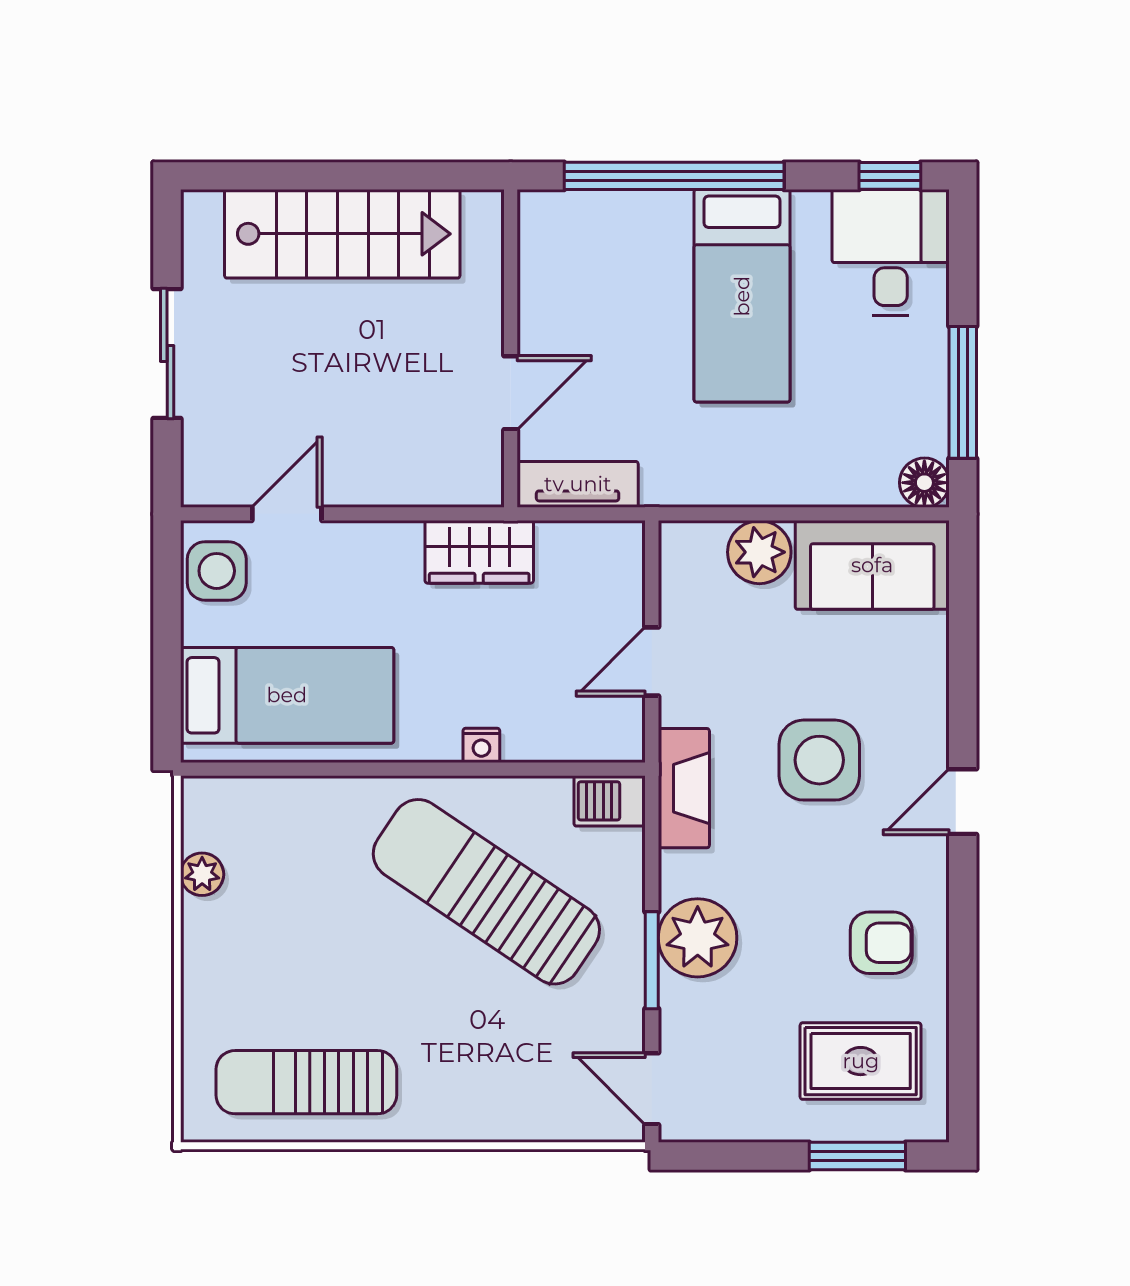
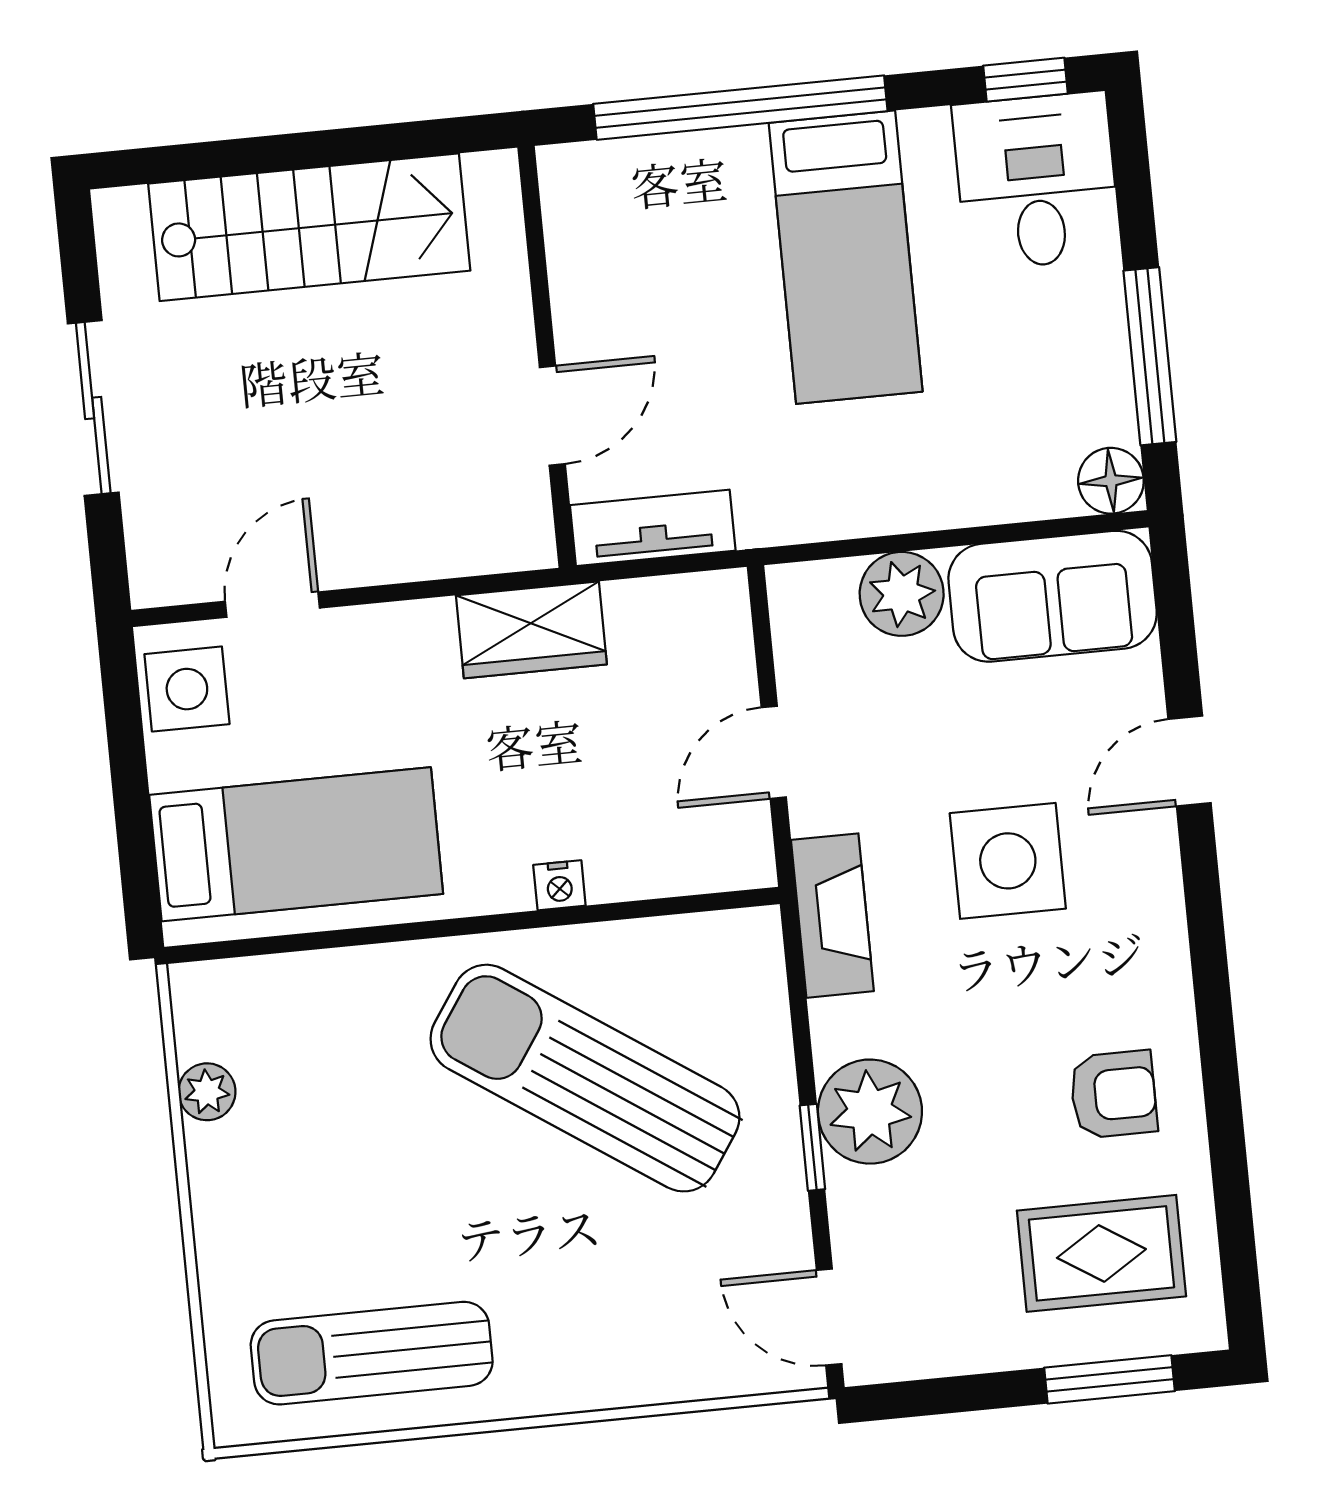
barbecue: (610, 801) -> (736, 942), removed
door: (963, 802) -> (1190, 761), moved
window: (652, 960) -> (812, 1147), width x0.67

